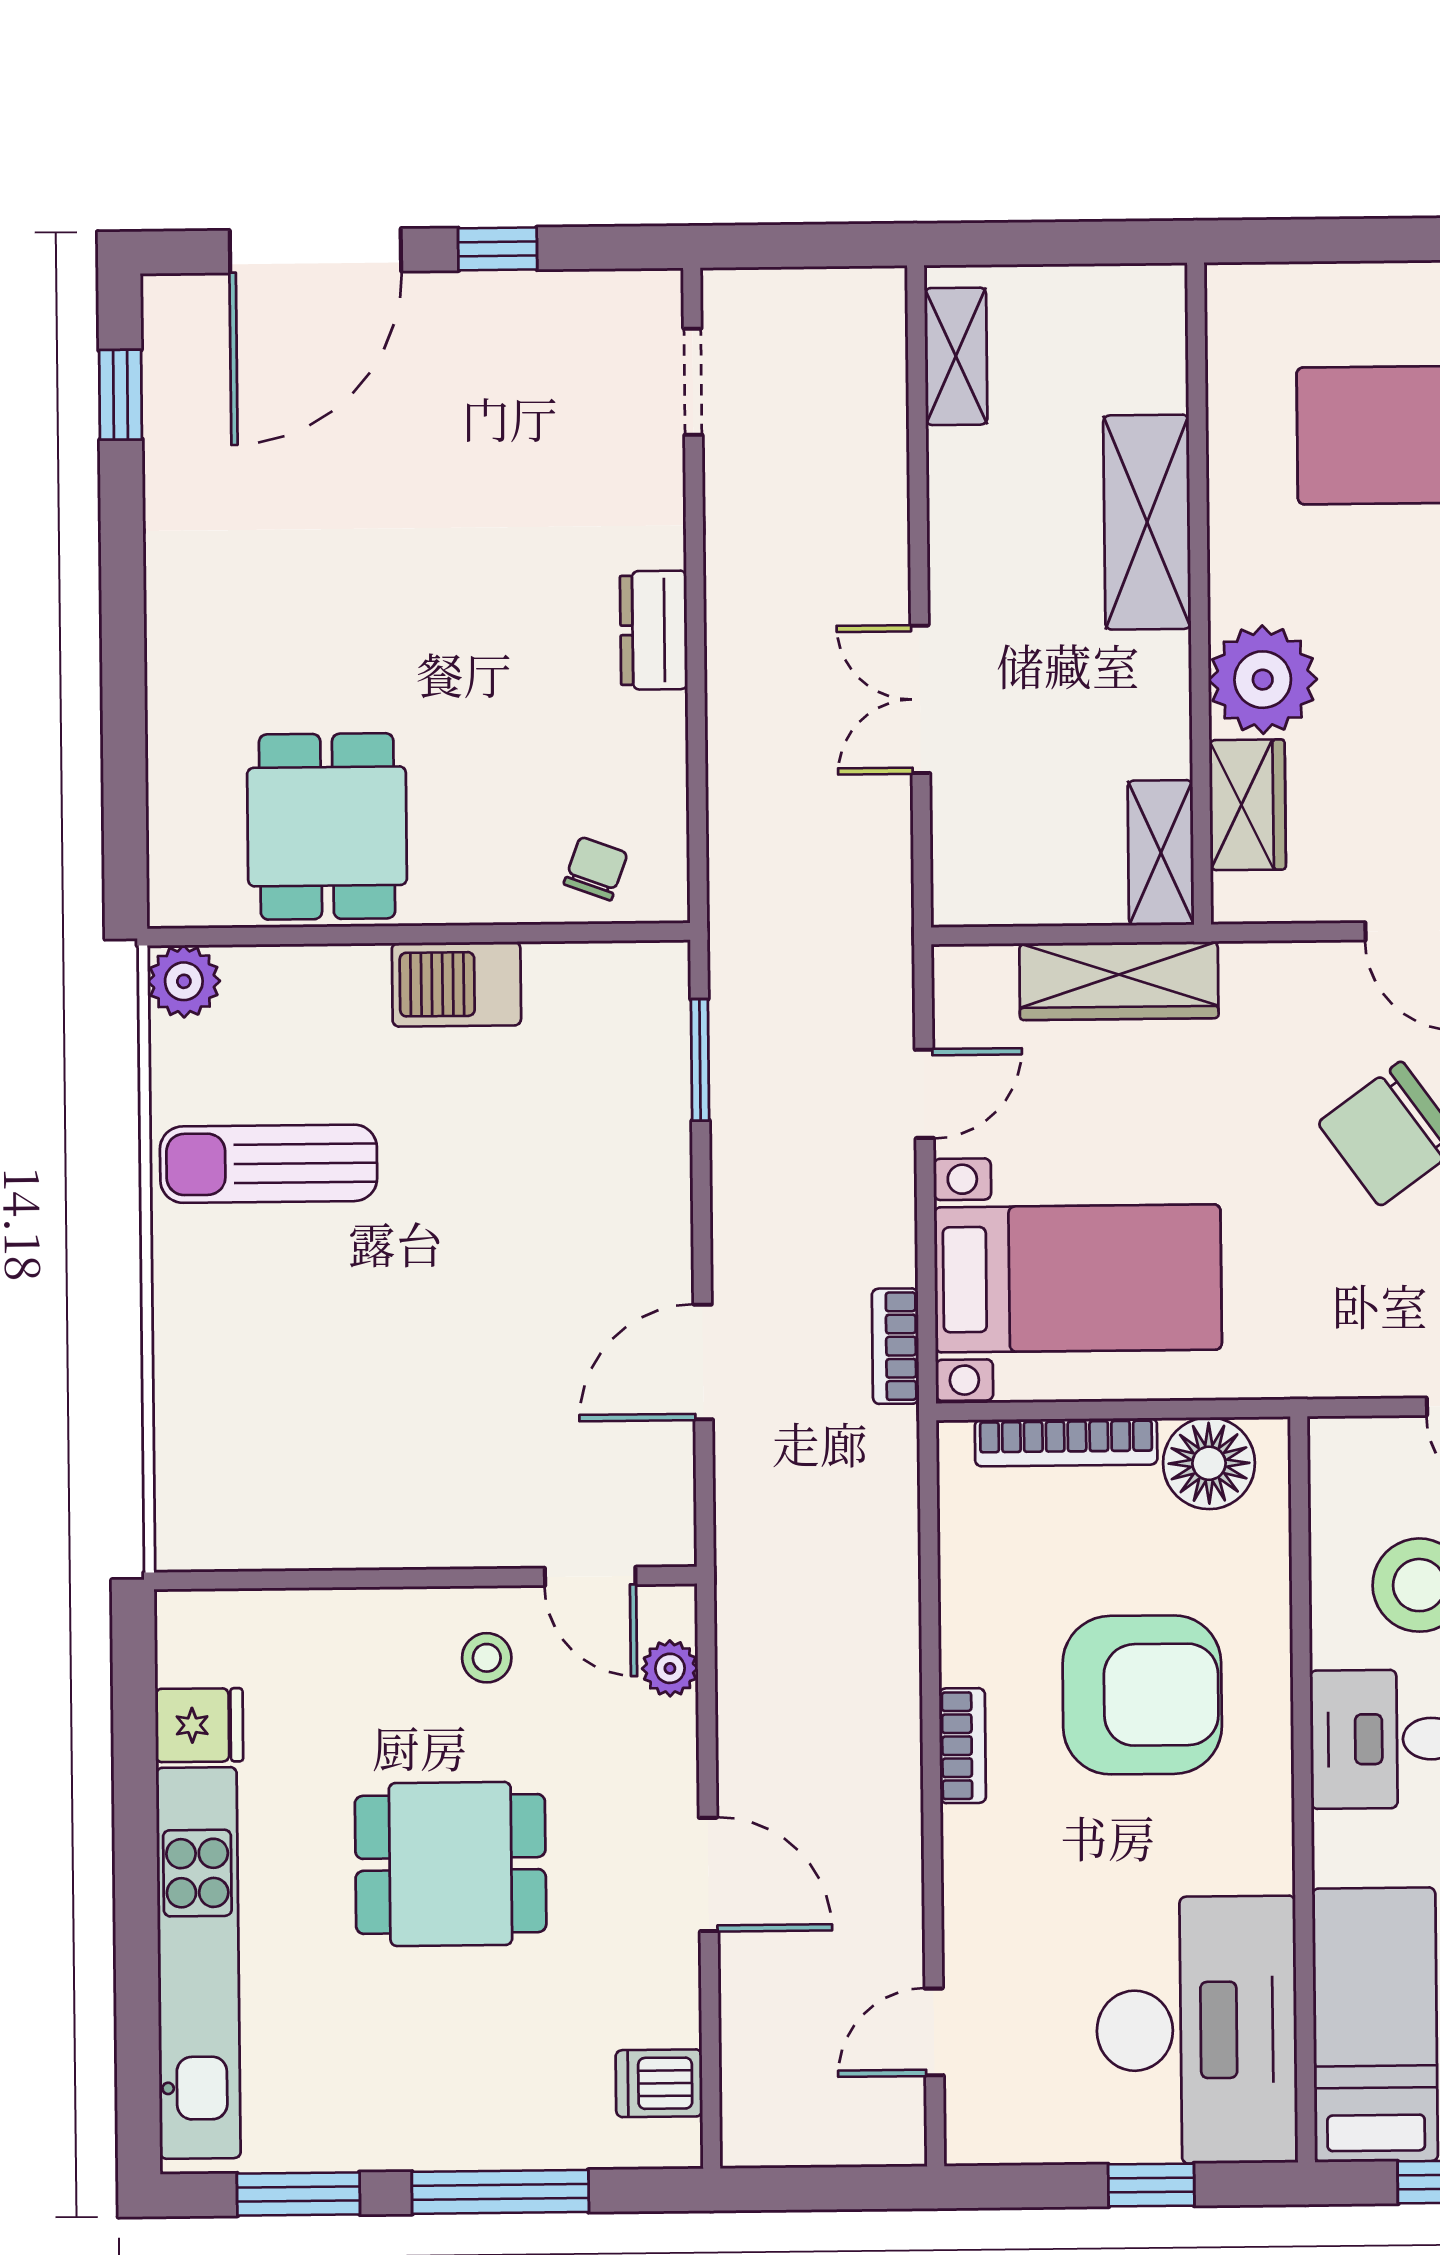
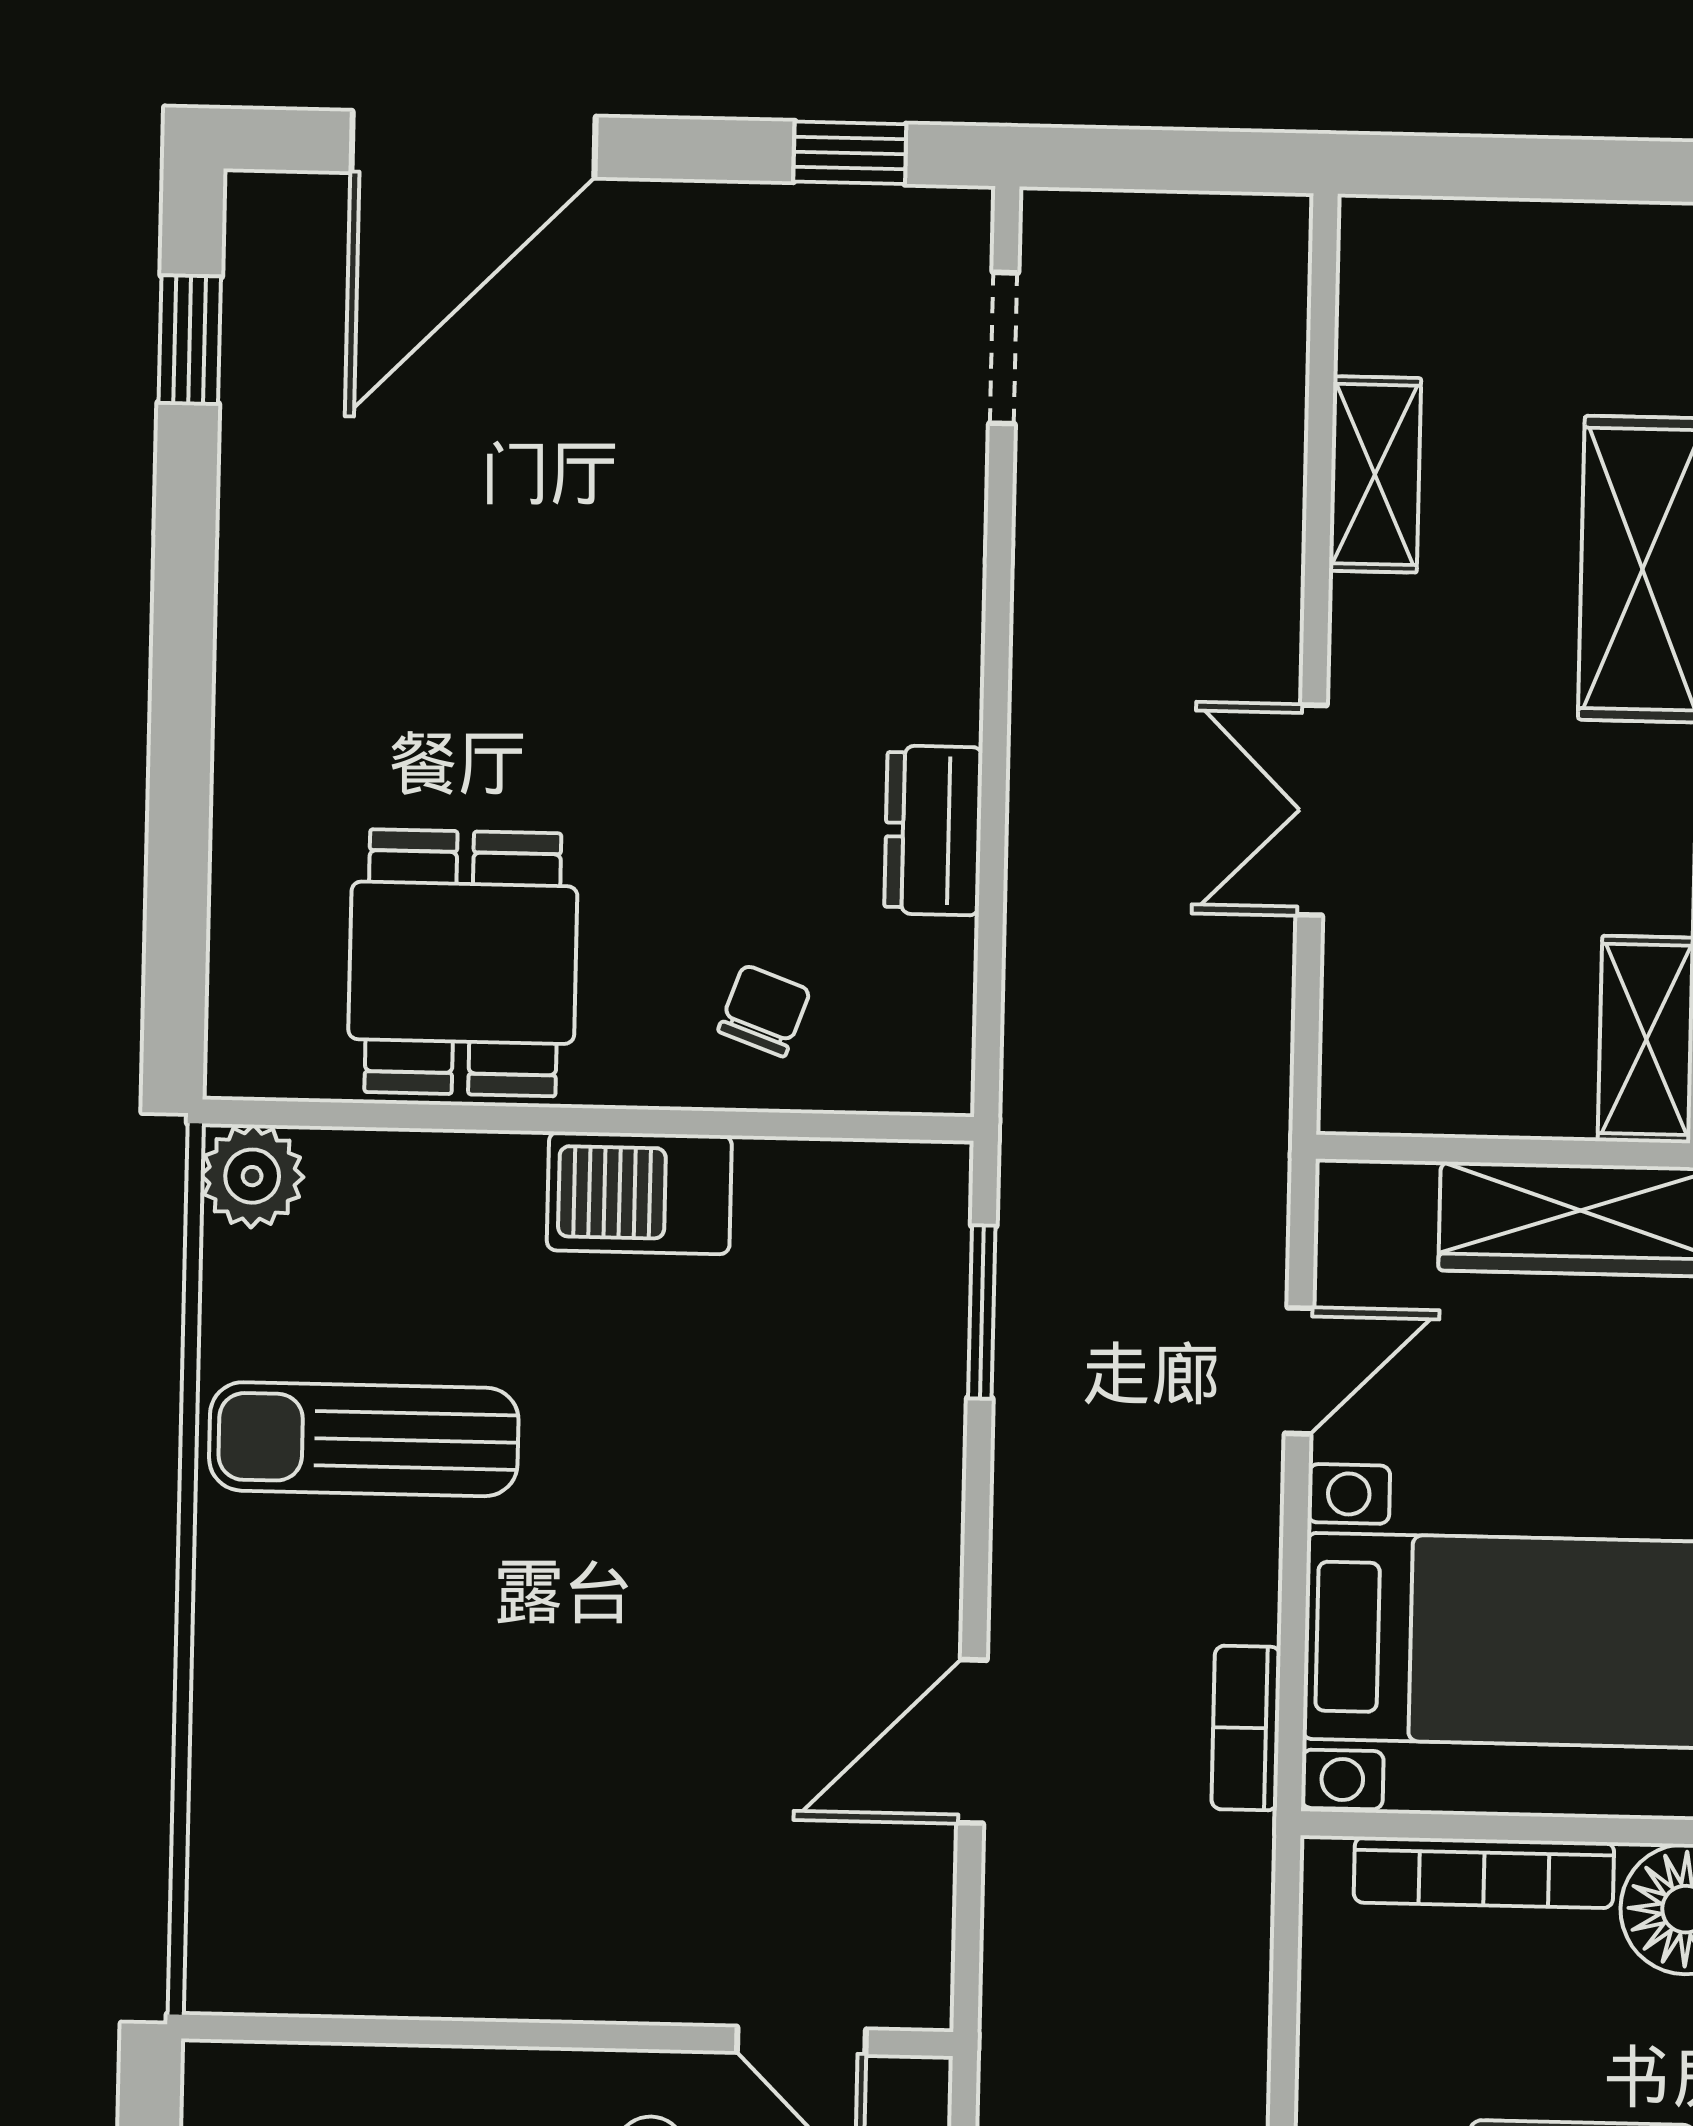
window: (498, 249) -> (850, 153), moved
shelving: (956, 356) -> (1375, 474), moved
dresser: (654, 630) -> (933, 830), moved
chair: (596, 869) -> (764, 1011), moved

